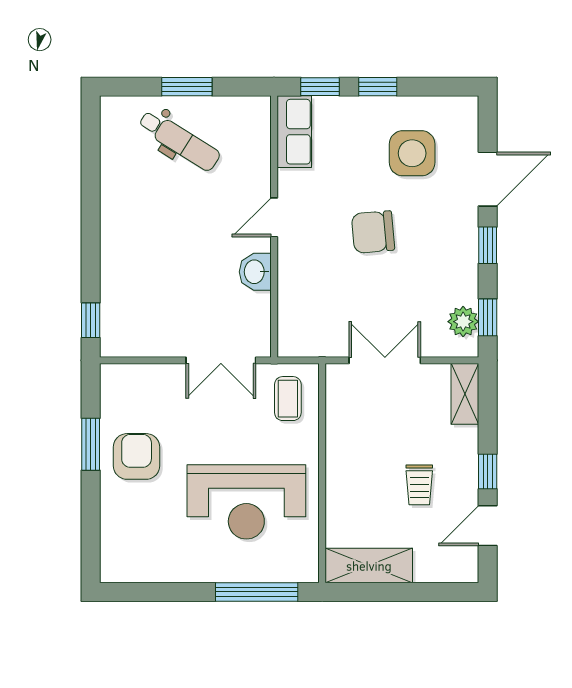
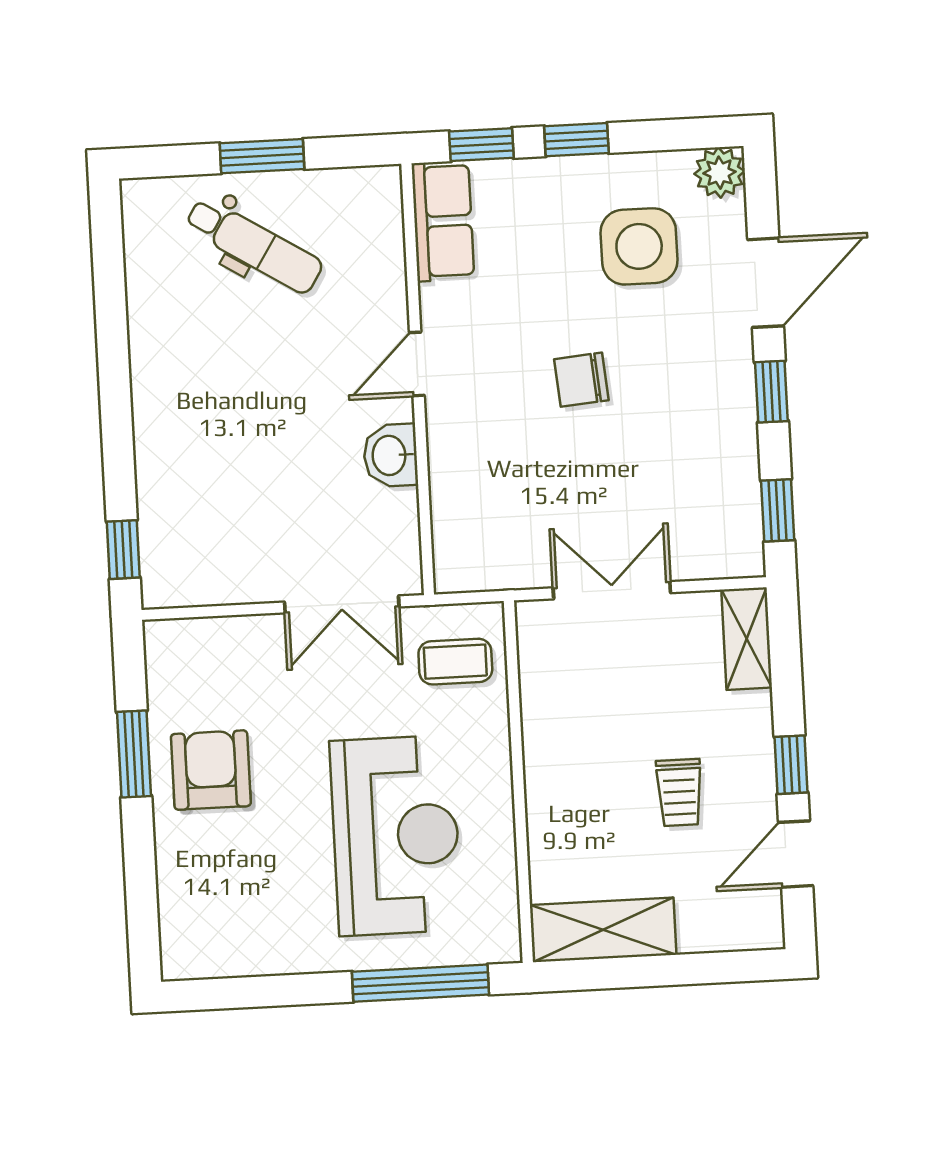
chair: (373, 232) -> (581, 380), width x0.73, depth x0.73
plant: (463, 322) -> (719, 173), moved
coffee table: (288, 399) -> (455, 662), turned 90
reception desk: (246, 502) -> (396, 836), turned -90

